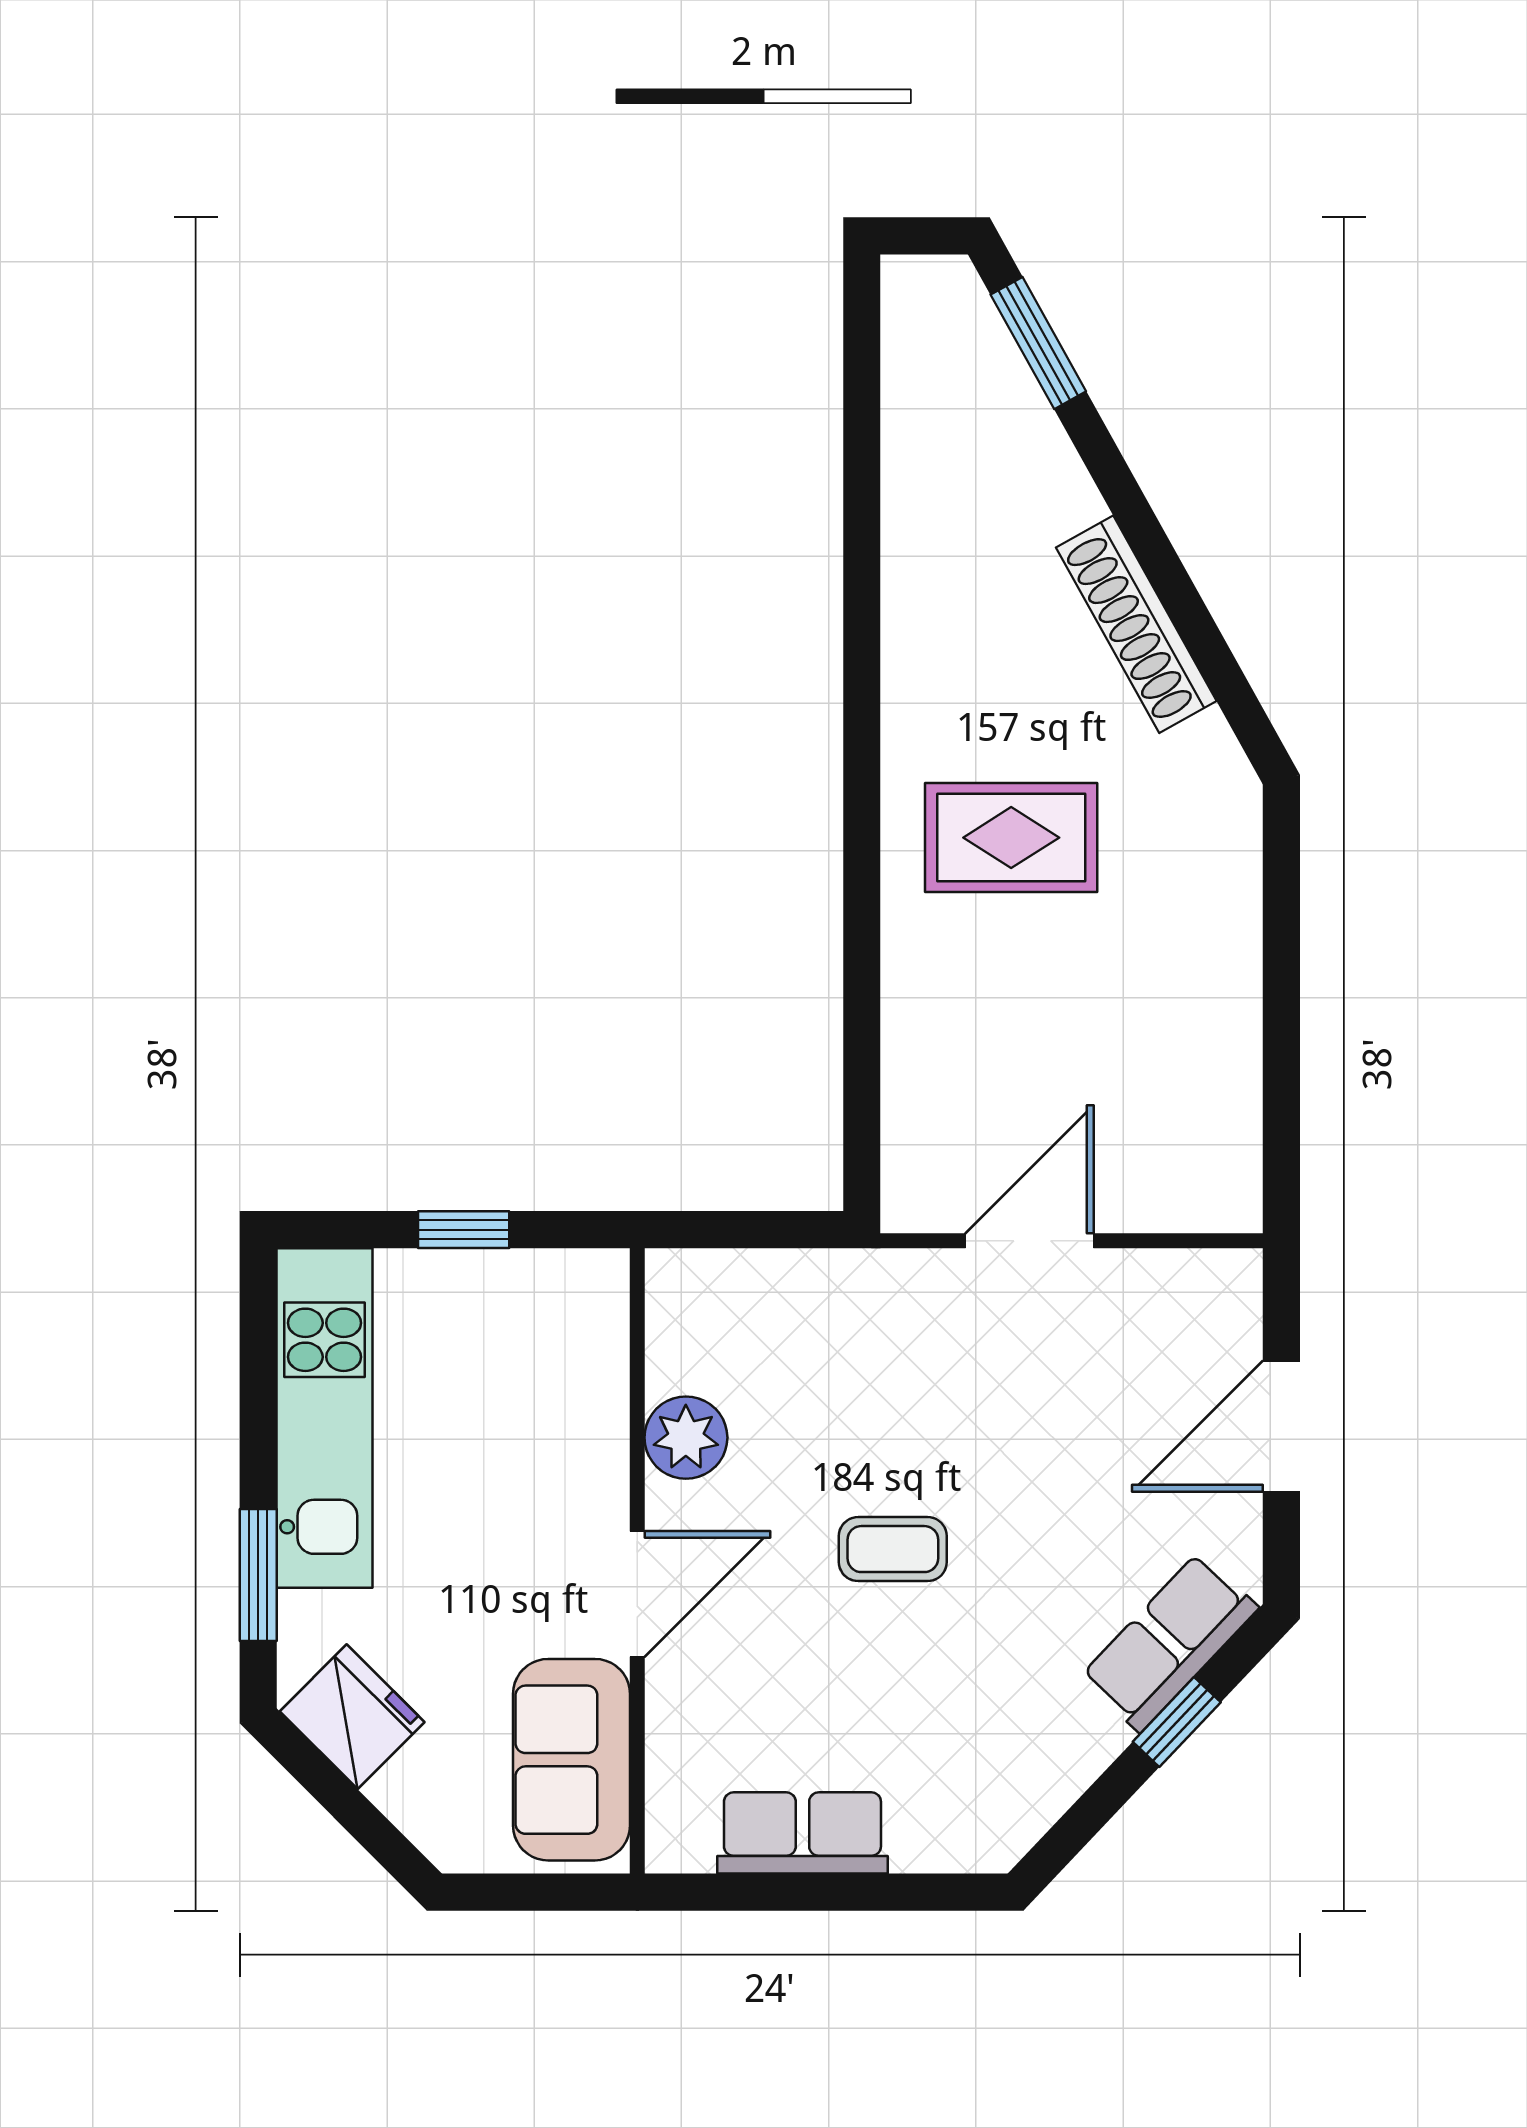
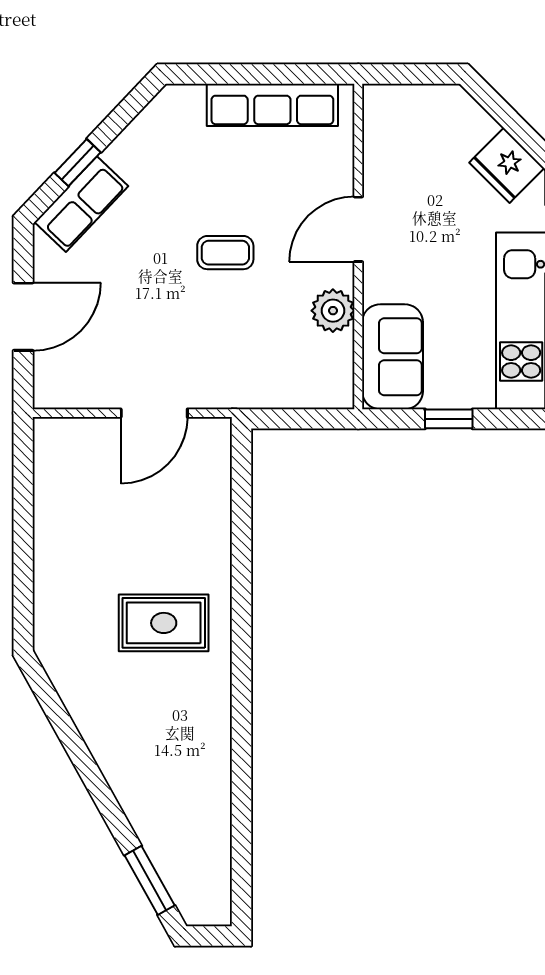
shoe rack: (1136, 624) -> (99, 734), removed
sofa: (572, 1760) -> (393, 357), moved
row of seats: (802, 1833) -> (272, 105), width x1.48

